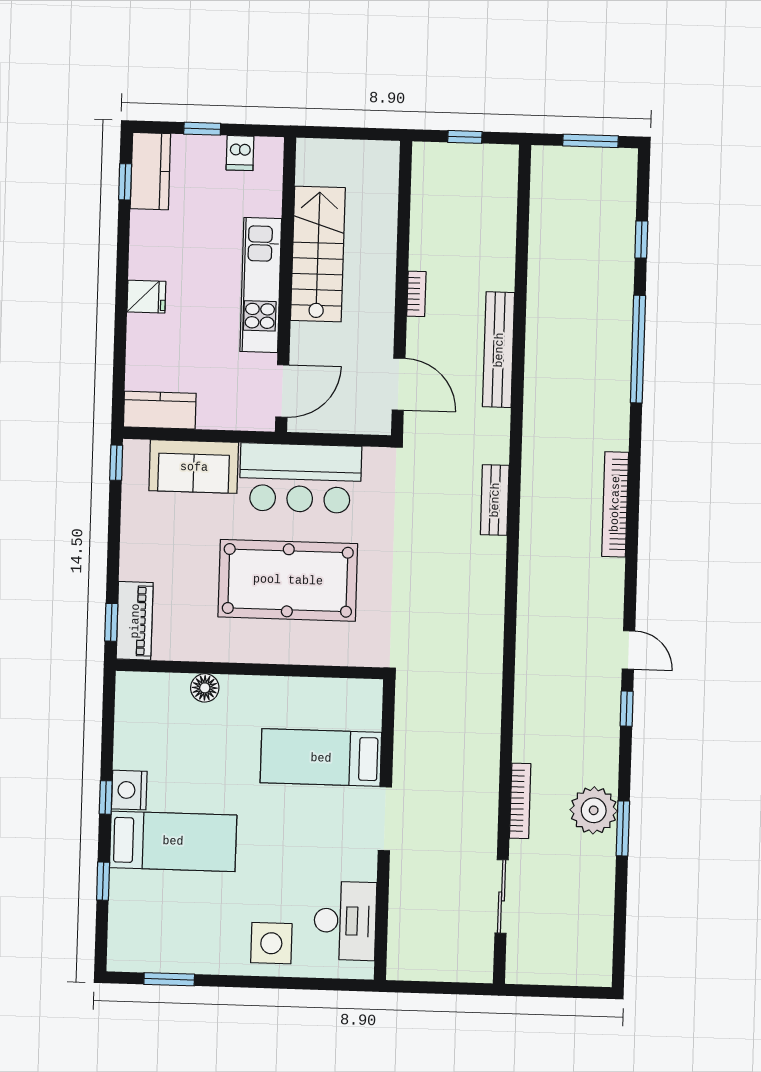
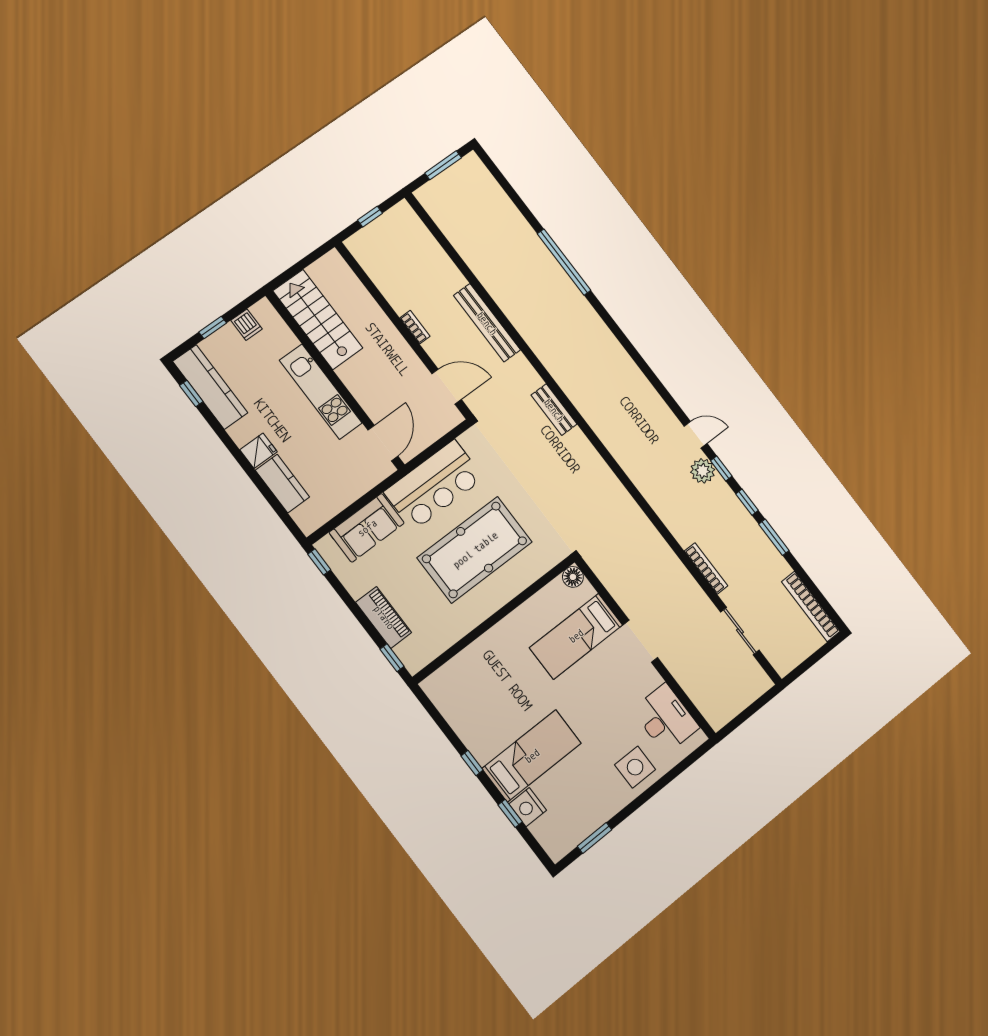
kitchen counter: (150, 171) -> (210, 387), width x1.50
window: (641, 240) -> (747, 502), moved
stairs: (318, 254) -> (318, 319), moved
kitchen counter: (160, 410) -> (282, 484), moved, turned 90
bookcase: (615, 504) -> (811, 606), moved
piano: (135, 621) -> (384, 617), moved
floor lamp: (205, 688) -> (573, 577), moved
nightstand: (129, 790) -> (528, 807), moved
plant: (594, 810) -> (703, 471), moved, width x0.73, depth x0.73

